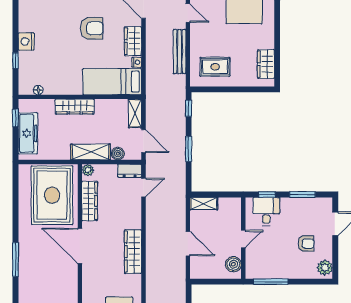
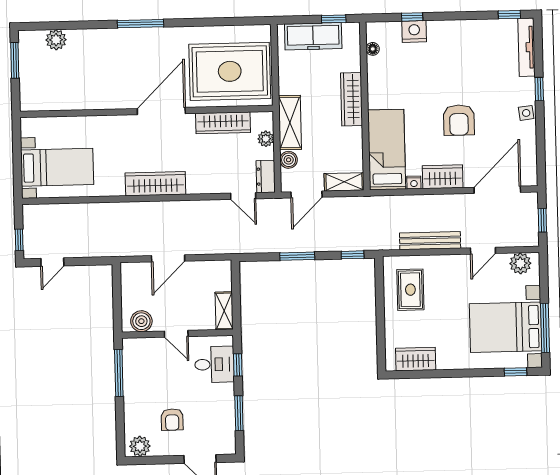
nightstand: (26, 42) -> (414, 31), moved
plant: (88, 170) -> (266, 139), moved
shelving: (204, 204) -> (224, 311), moved

